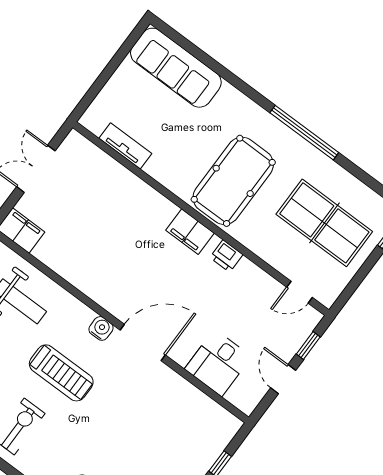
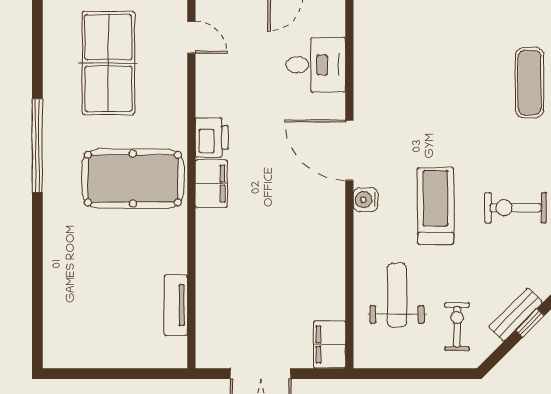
sofa: (176, 68) -> (66, 313), removed
printer: (226, 256) -> (212, 137), width x1.36, depth x1.24

